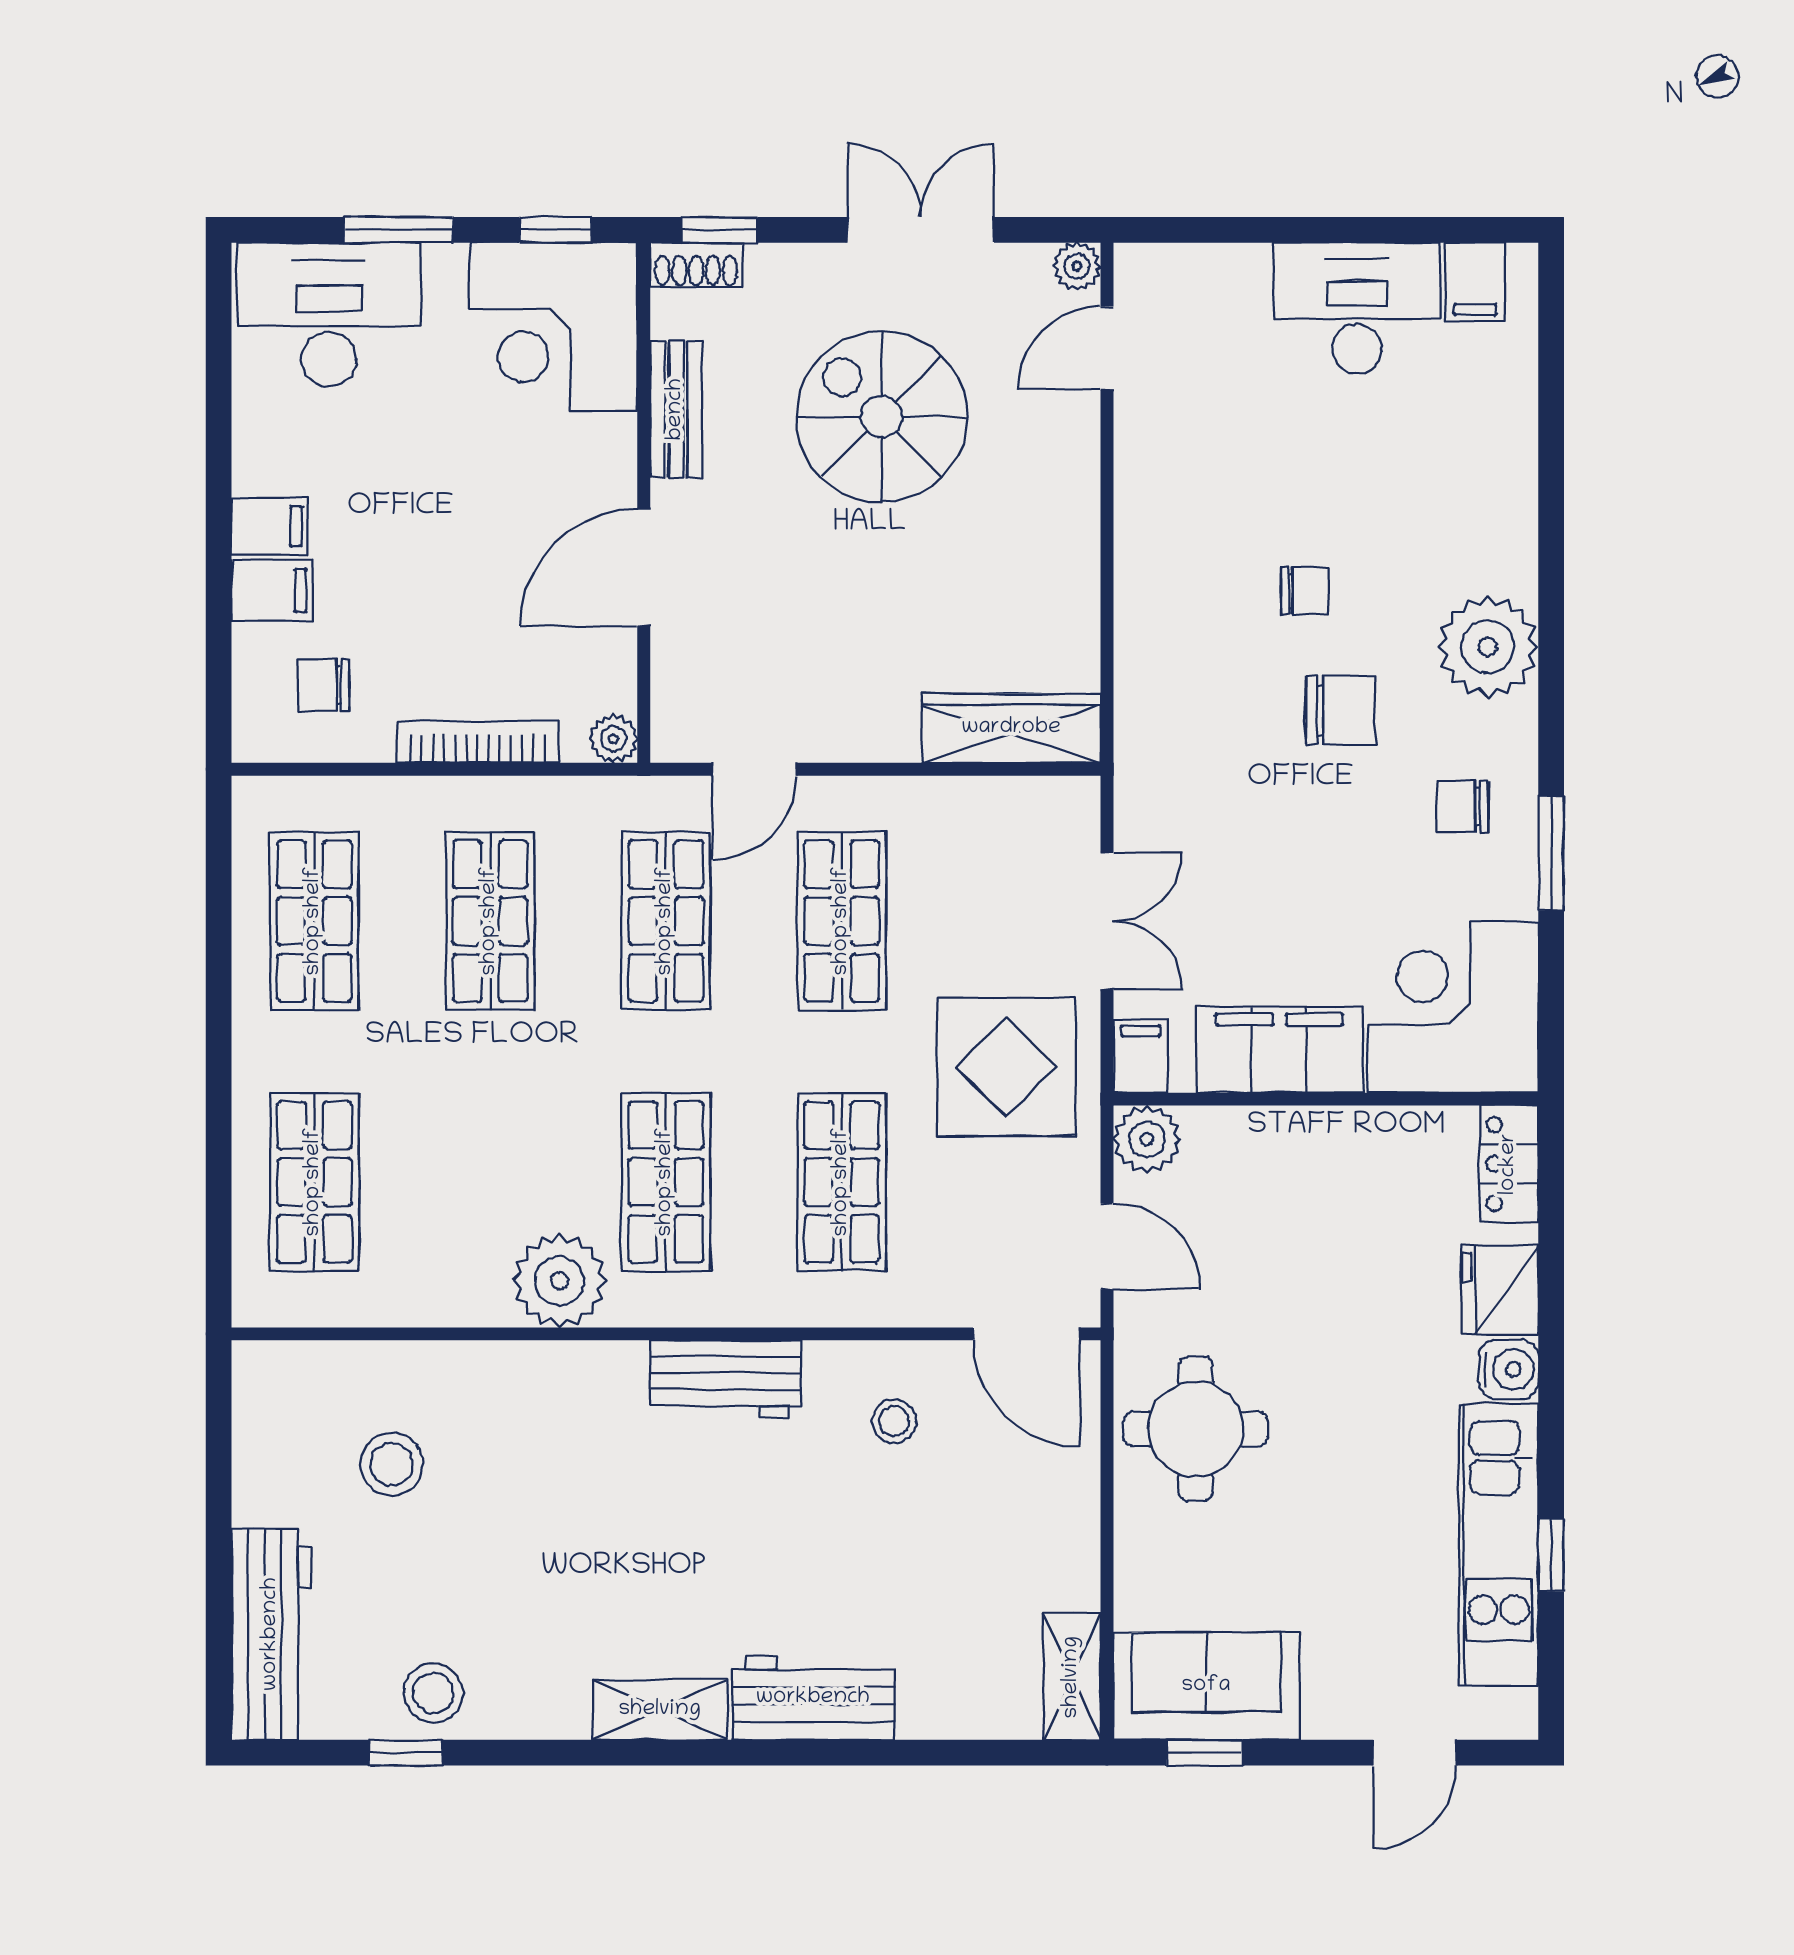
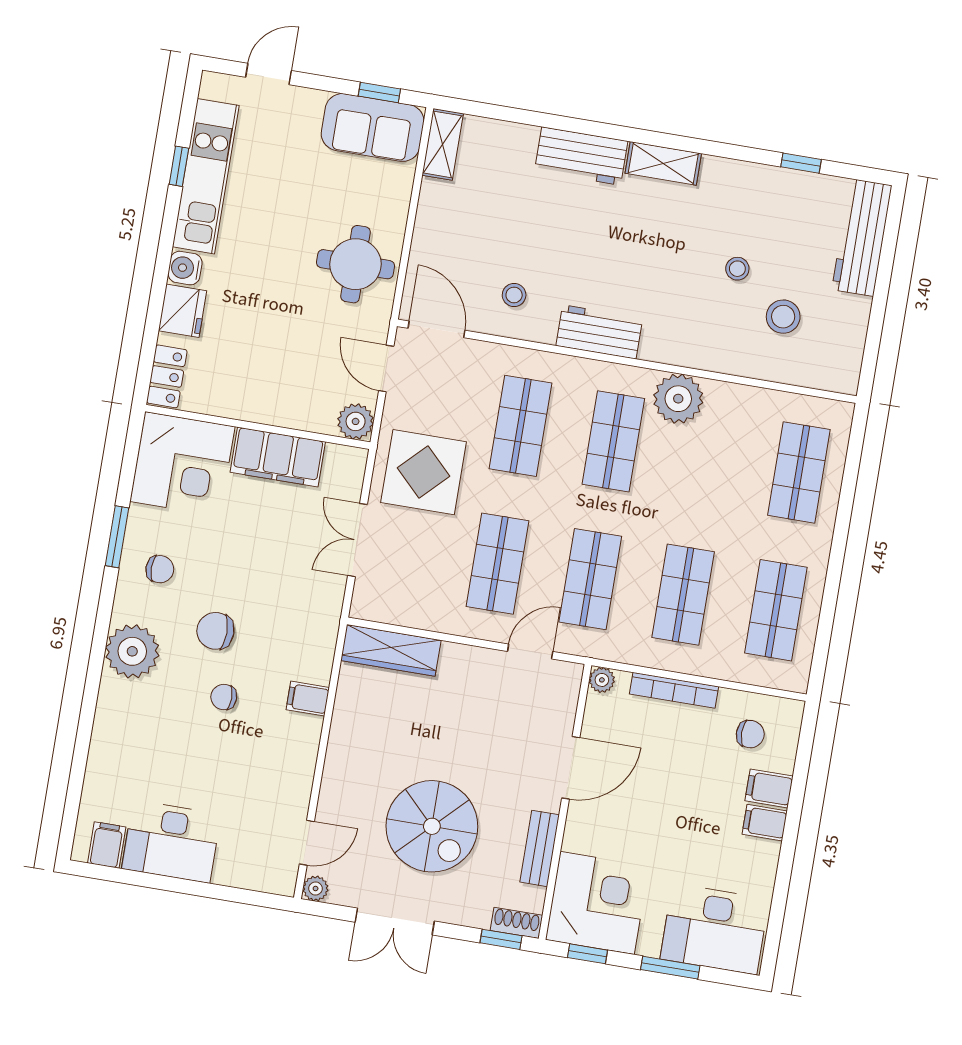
filing cabinet: (1141, 1056) -> (308, 699), moved, turned 90
stool: (433, 1693) -> (737, 269), moved, width x0.73, depth x0.73

